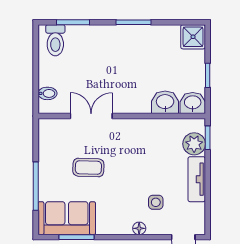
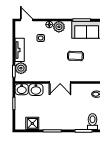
shower: (193, 37) -> (32, 123), moved
double door: (91, 116) -> (60, 83), moved
plant: (120, 224) -> (59, 27), added

